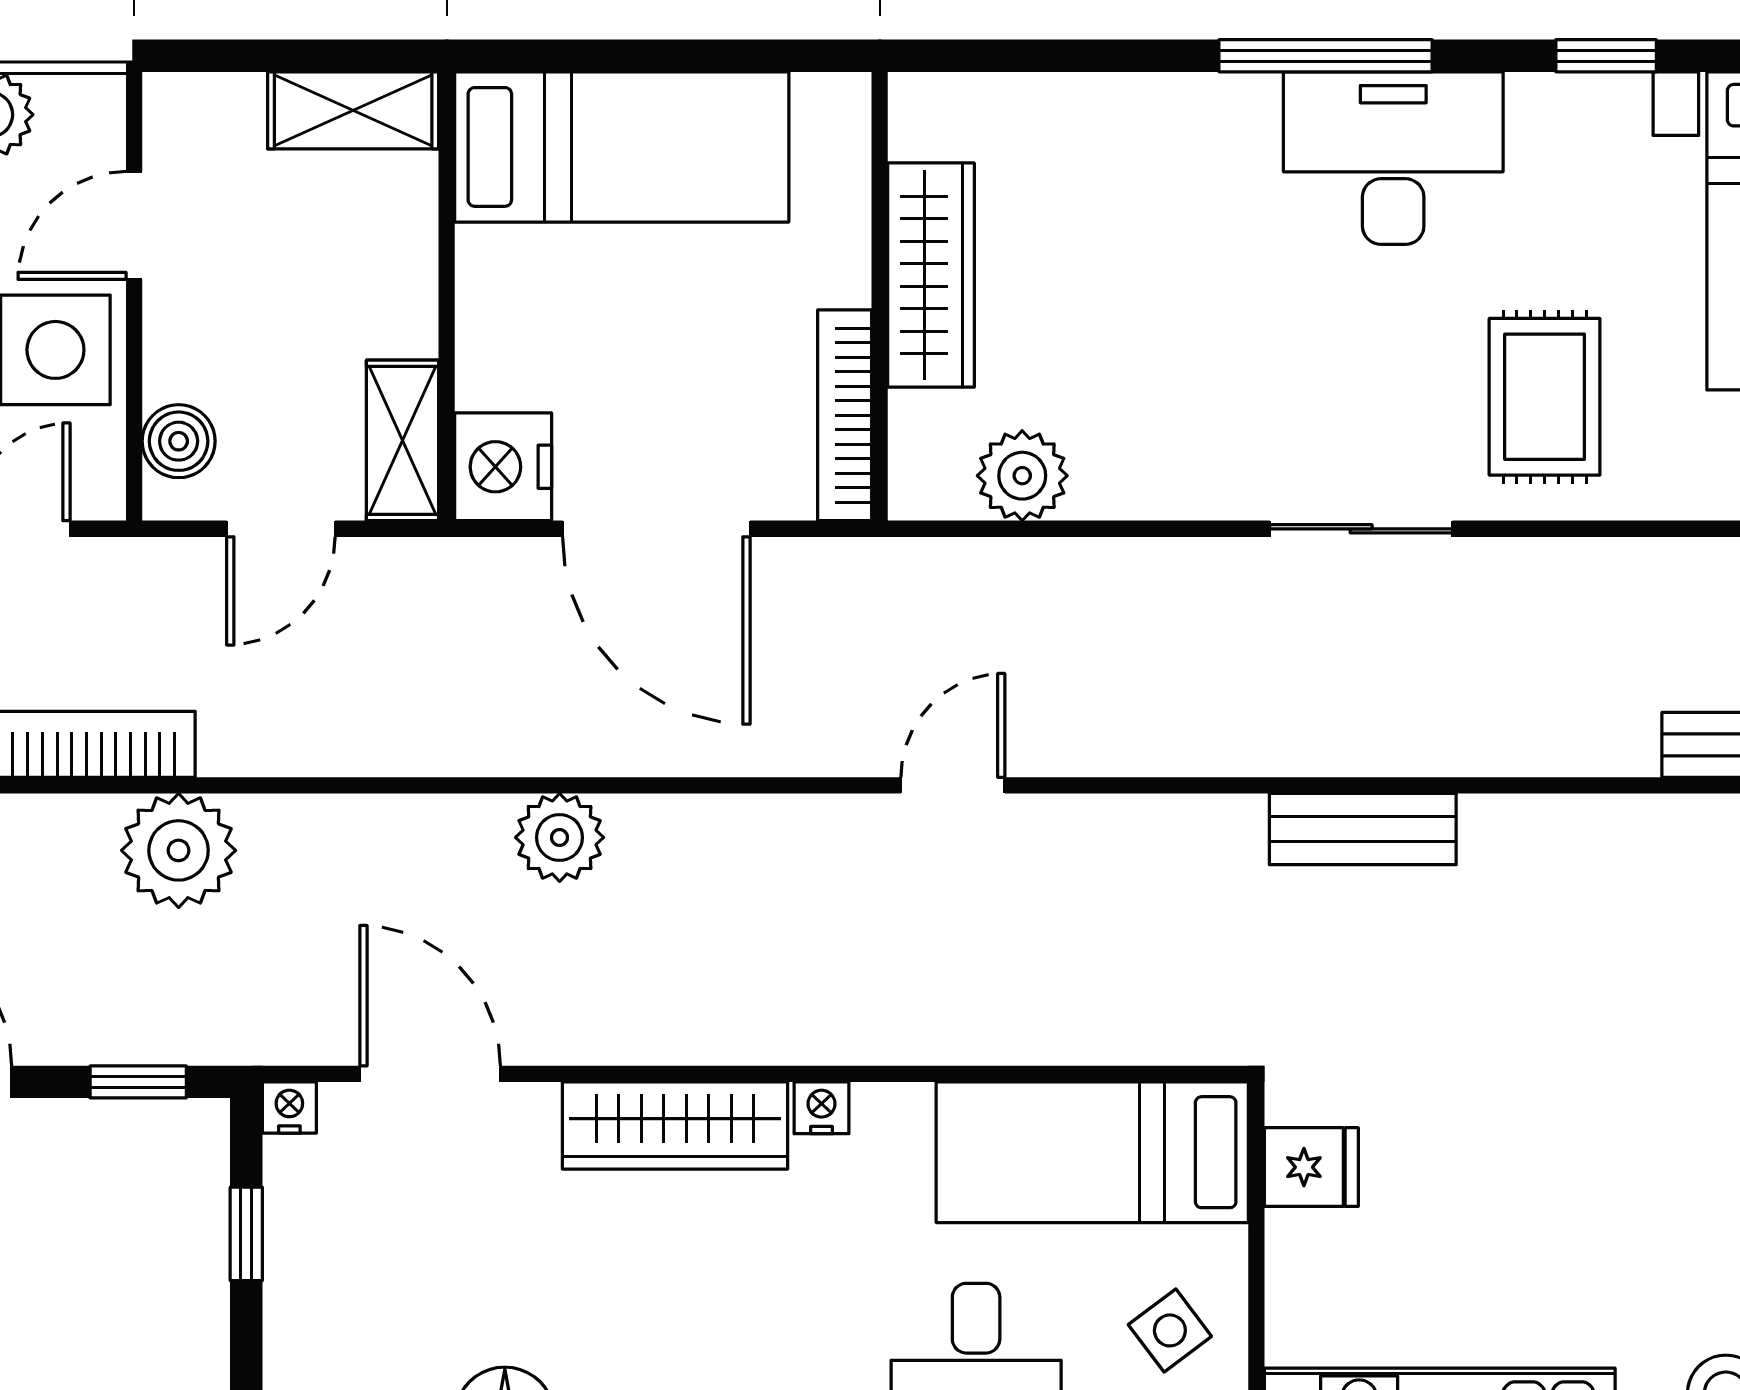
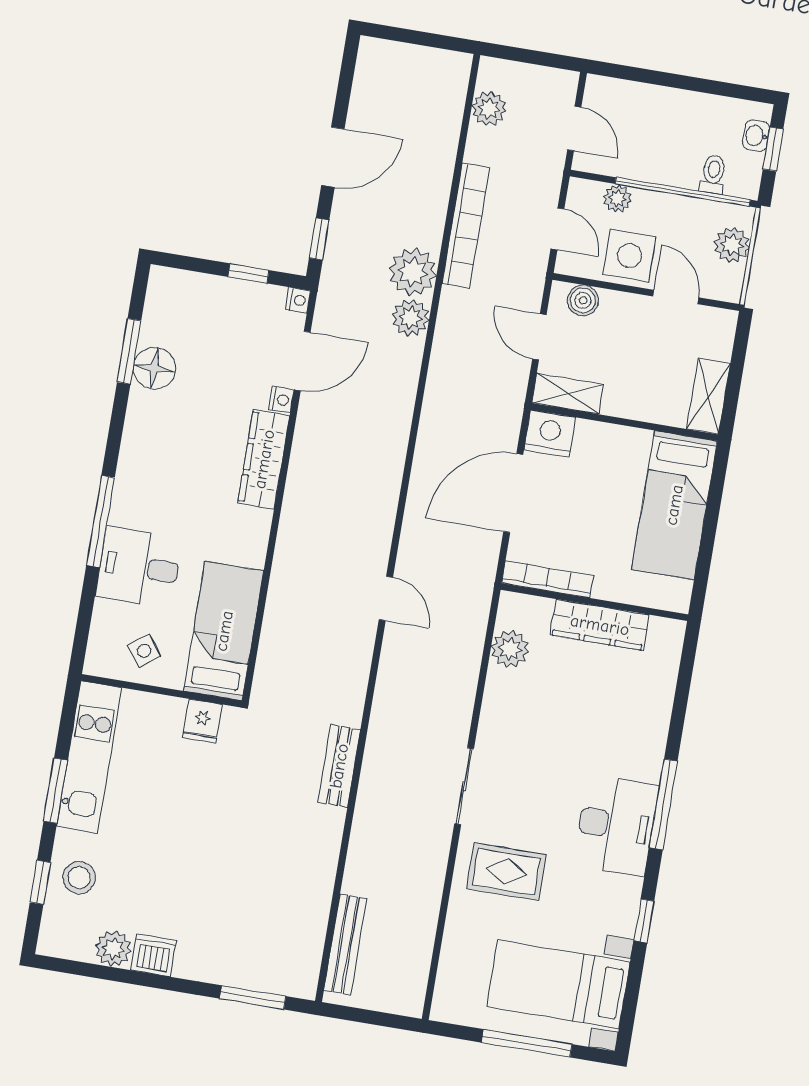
plant: (560, 837) -> (411, 318), moved
nightstand: (821, 1108) -> (281, 400), moved

